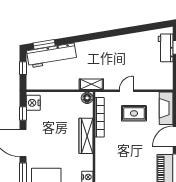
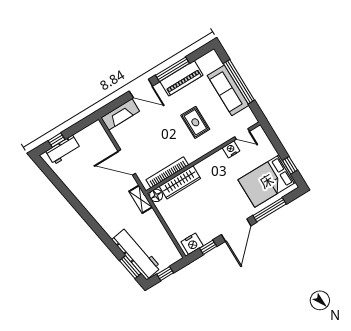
door: (126, 91) -> (127, 162), width x1.88
rug: (134, 113) -> (195, 122), moved
wardrobe: (86, 136) -> (180, 182), moved

